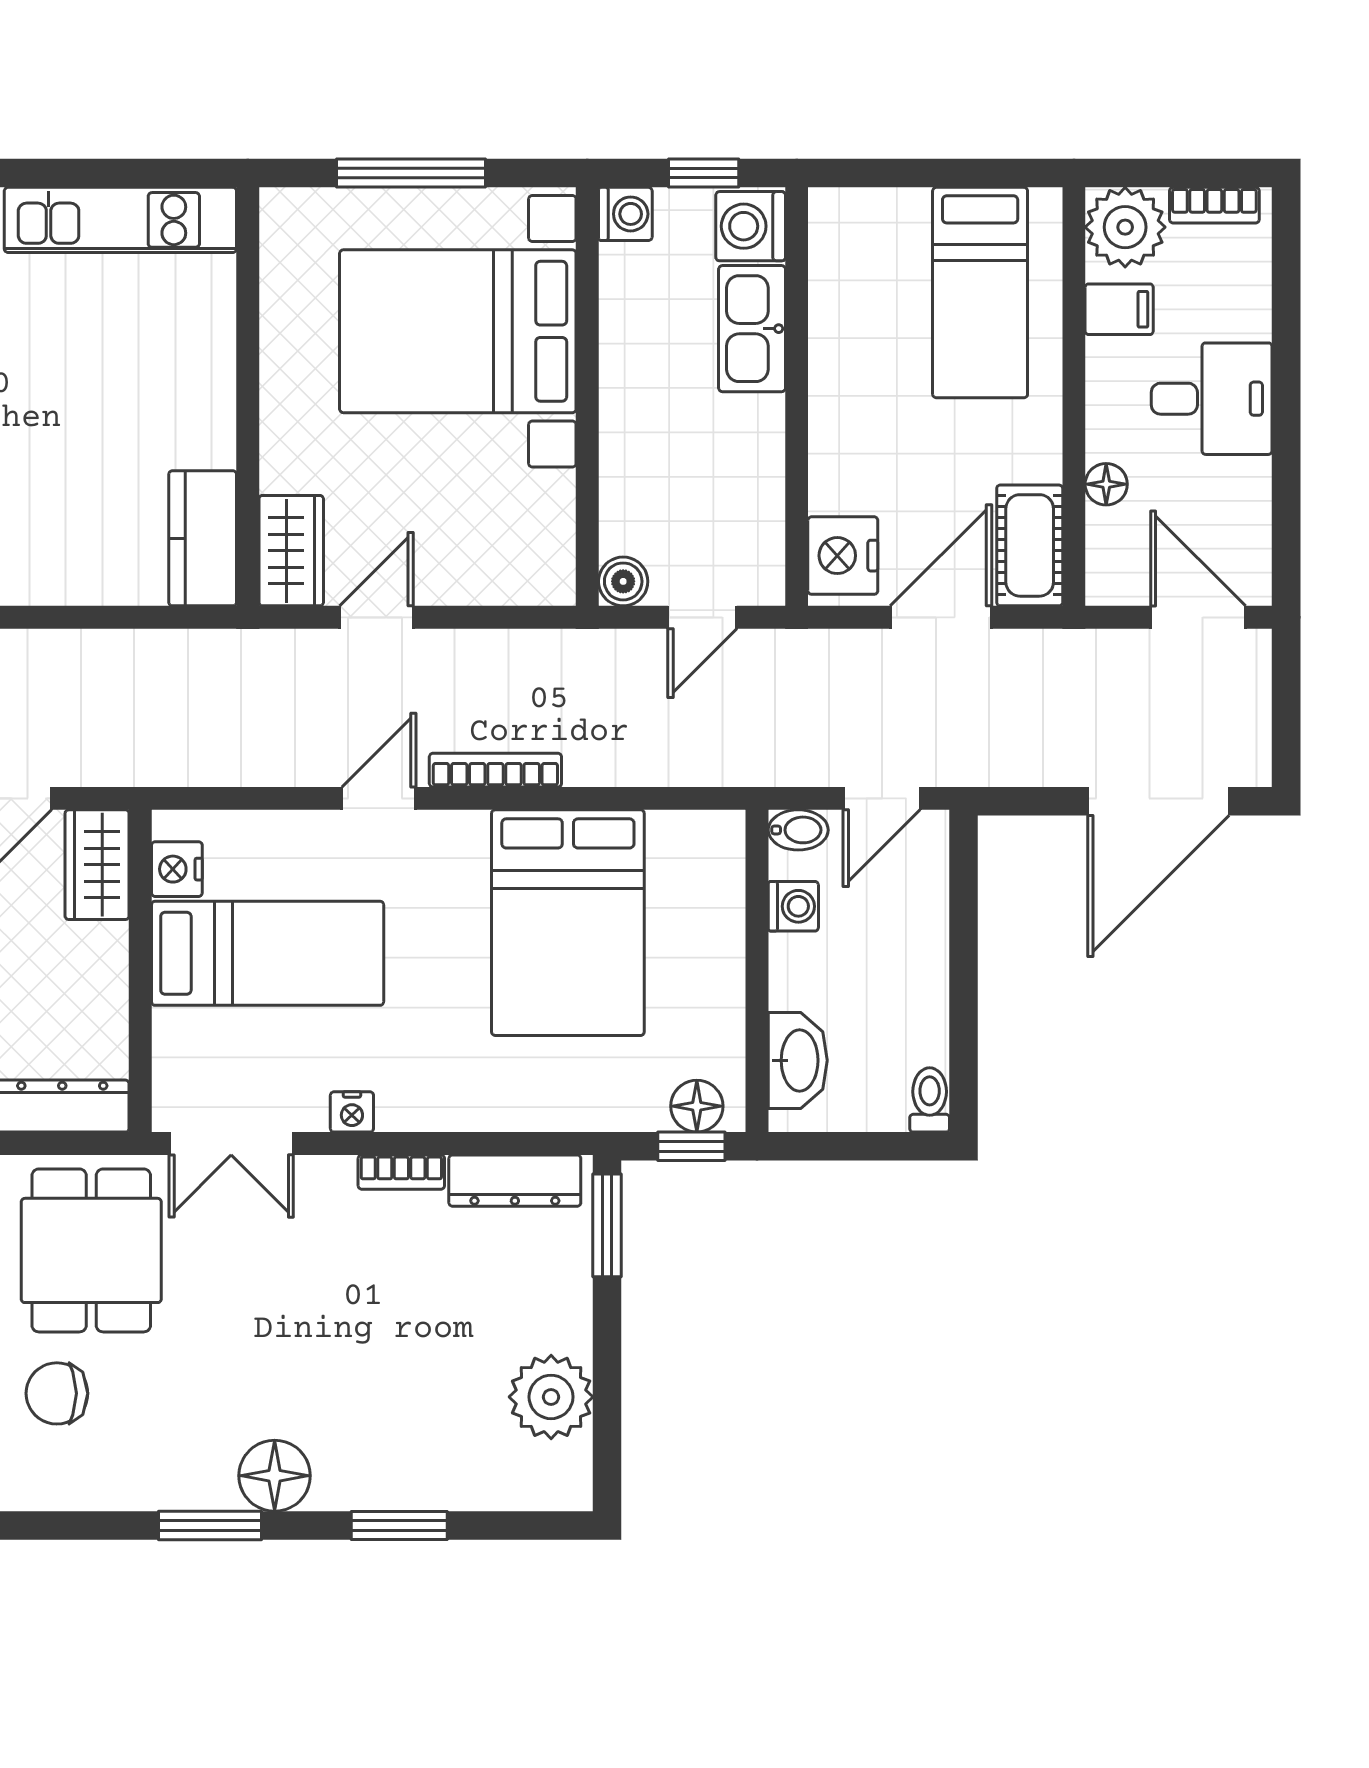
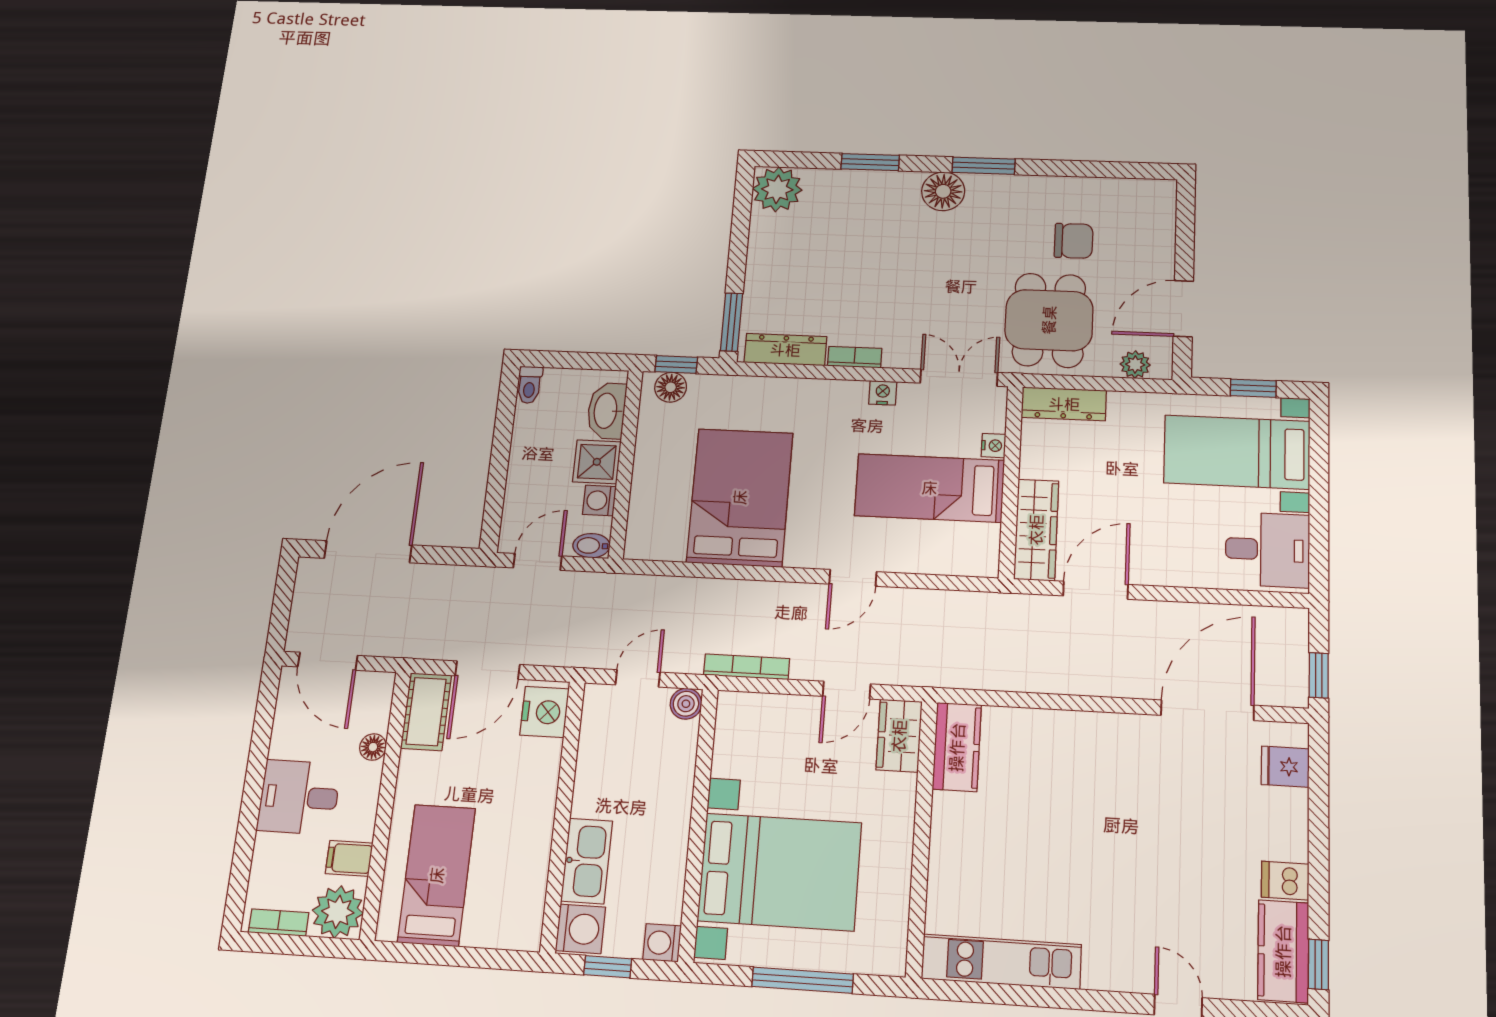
bookcase: (495, 770) -> (747, 667), moved, turned 180
wardrobe: (97, 865) -> (1036, 530), width x1.50
nightstand: (177, 869) -> (993, 446), moved, width x0.72, depth x0.74
shower: (804, 972) -> (597, 462), added
plant: (551, 1397) -> (777, 189), moved

